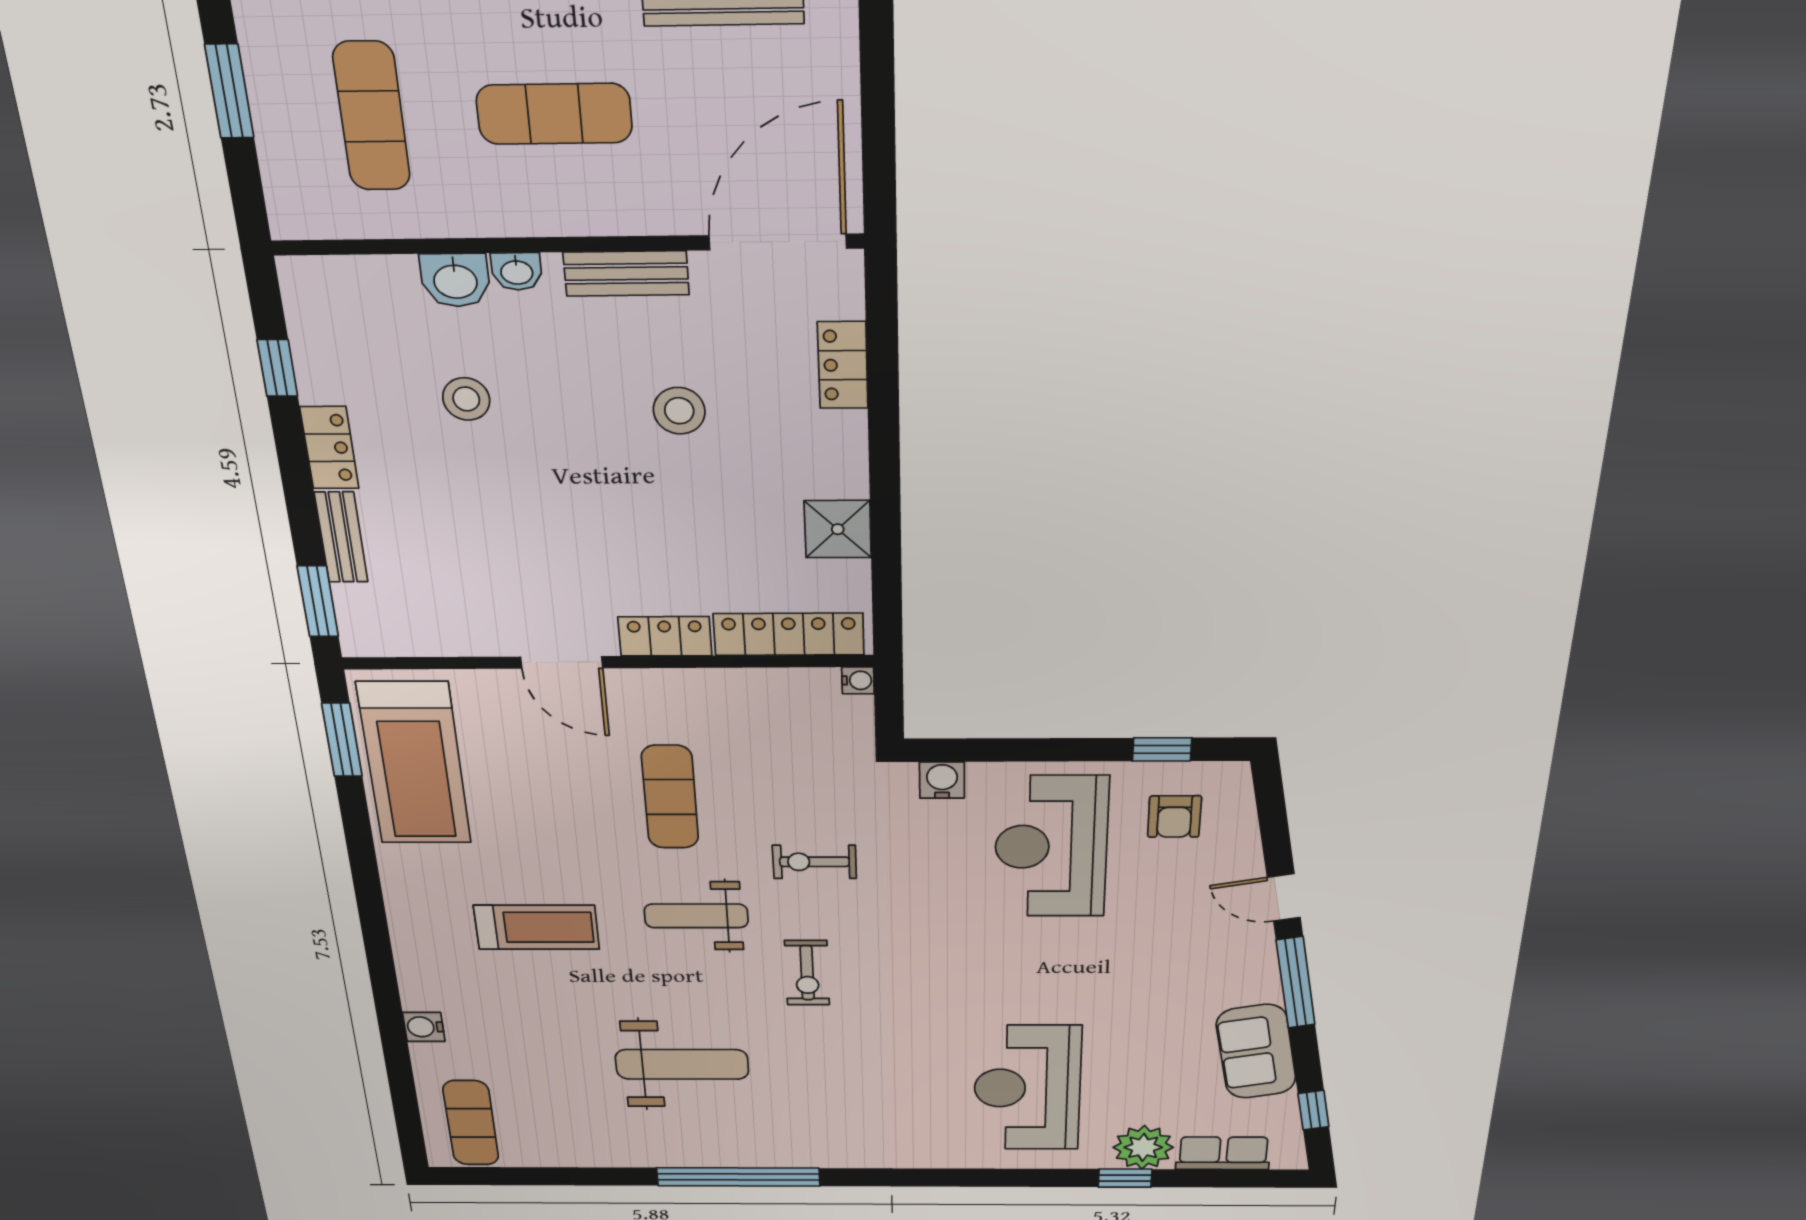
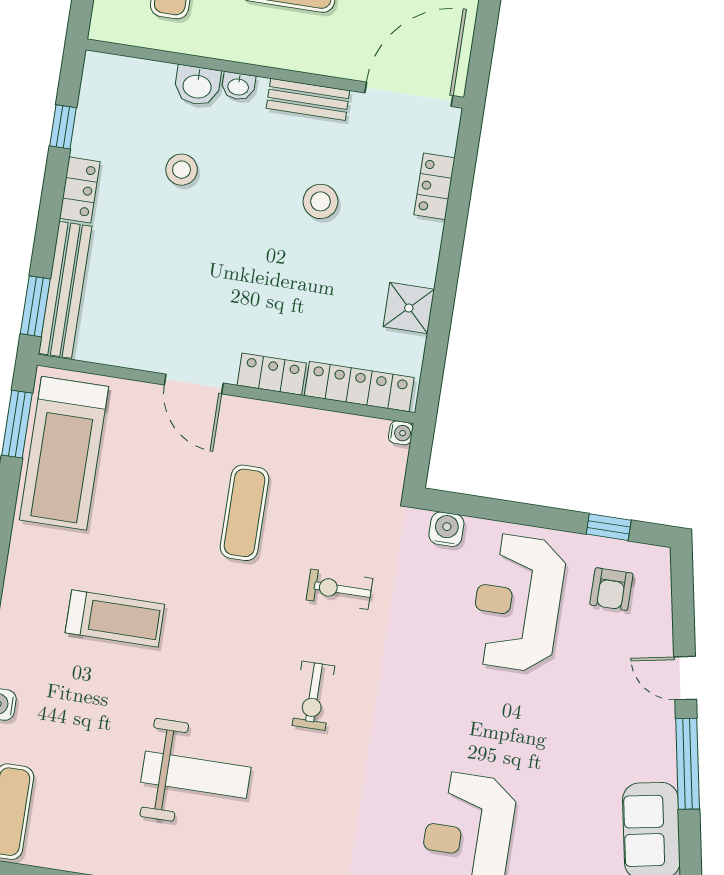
bench: (341, 537) -> (65, 290), width x1.86, depth x1.21
weight bench: (696, 916) -> (240, 627), removed

